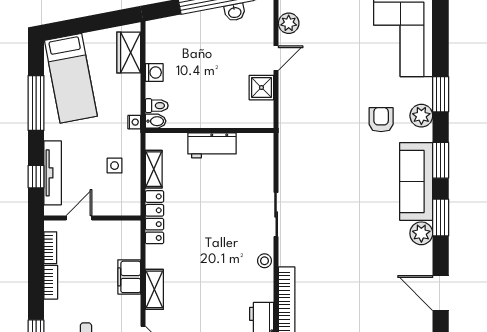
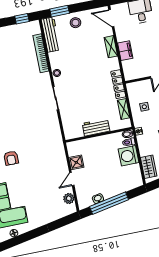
washing machine: (154, 72) -> (129, 156), width x1.89, depth x1.89

